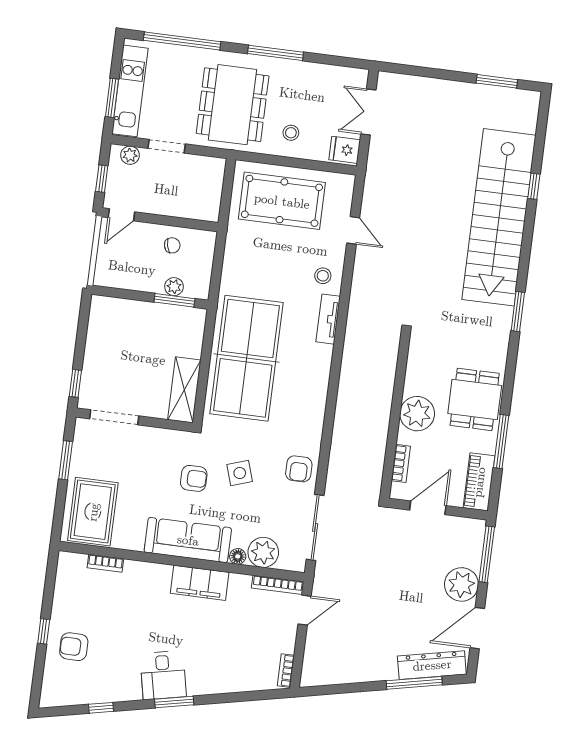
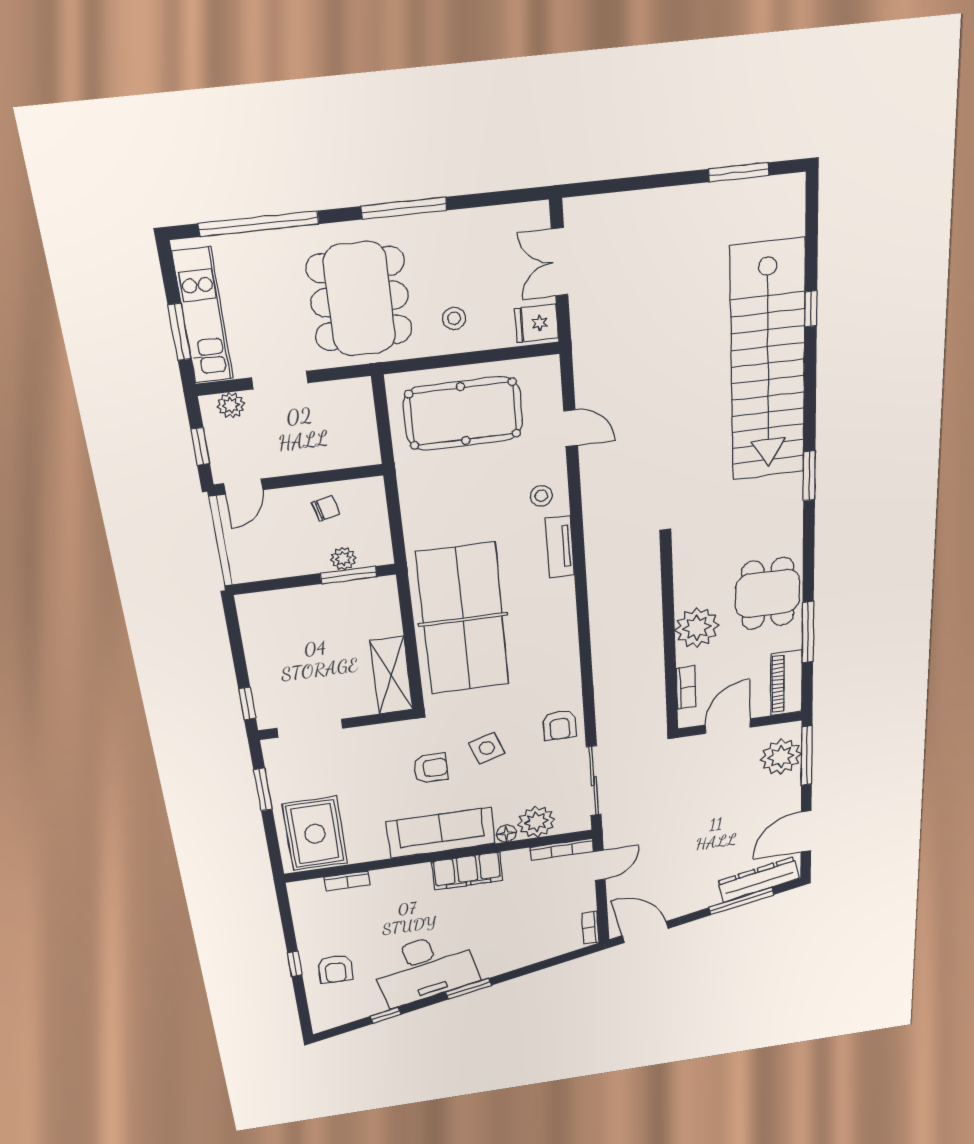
plant: (461, 584) -> (781, 757), moved
armchair: (74, 647) -> (335, 969), turned -88
desk: (163, 675) -> (425, 969), width x1.87, depth x1.30
door: (330, 690) -> (645, 932), added

